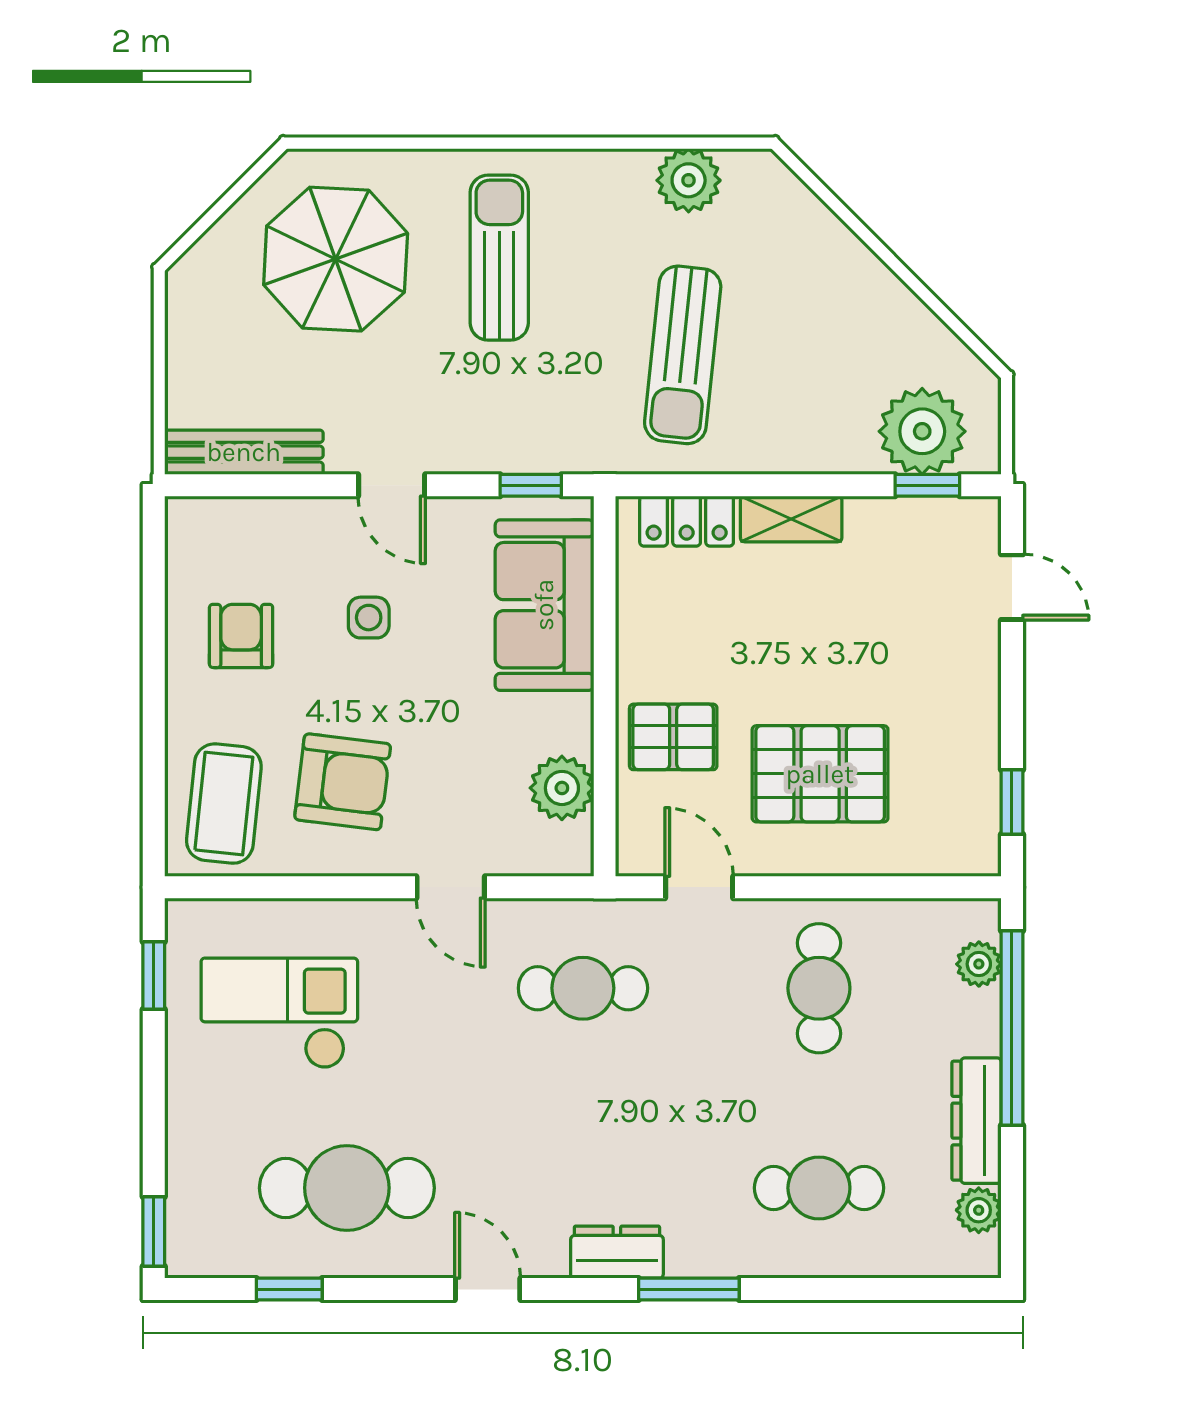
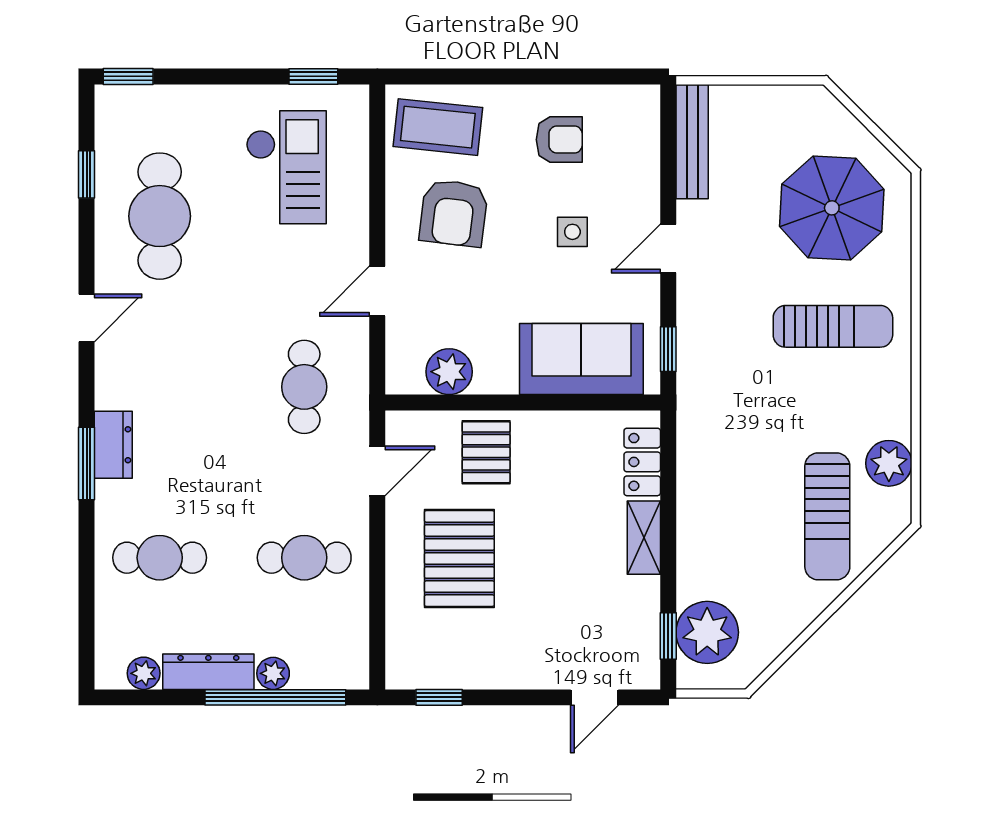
sun lounger: (683, 355) -> (827, 516), moved, turned -96
plant: (979, 964) -> (273, 673), moved
cafe table: (819, 1188) -> (160, 558), turned 90
dresser: (617, 1252) -> (113, 445), moved

